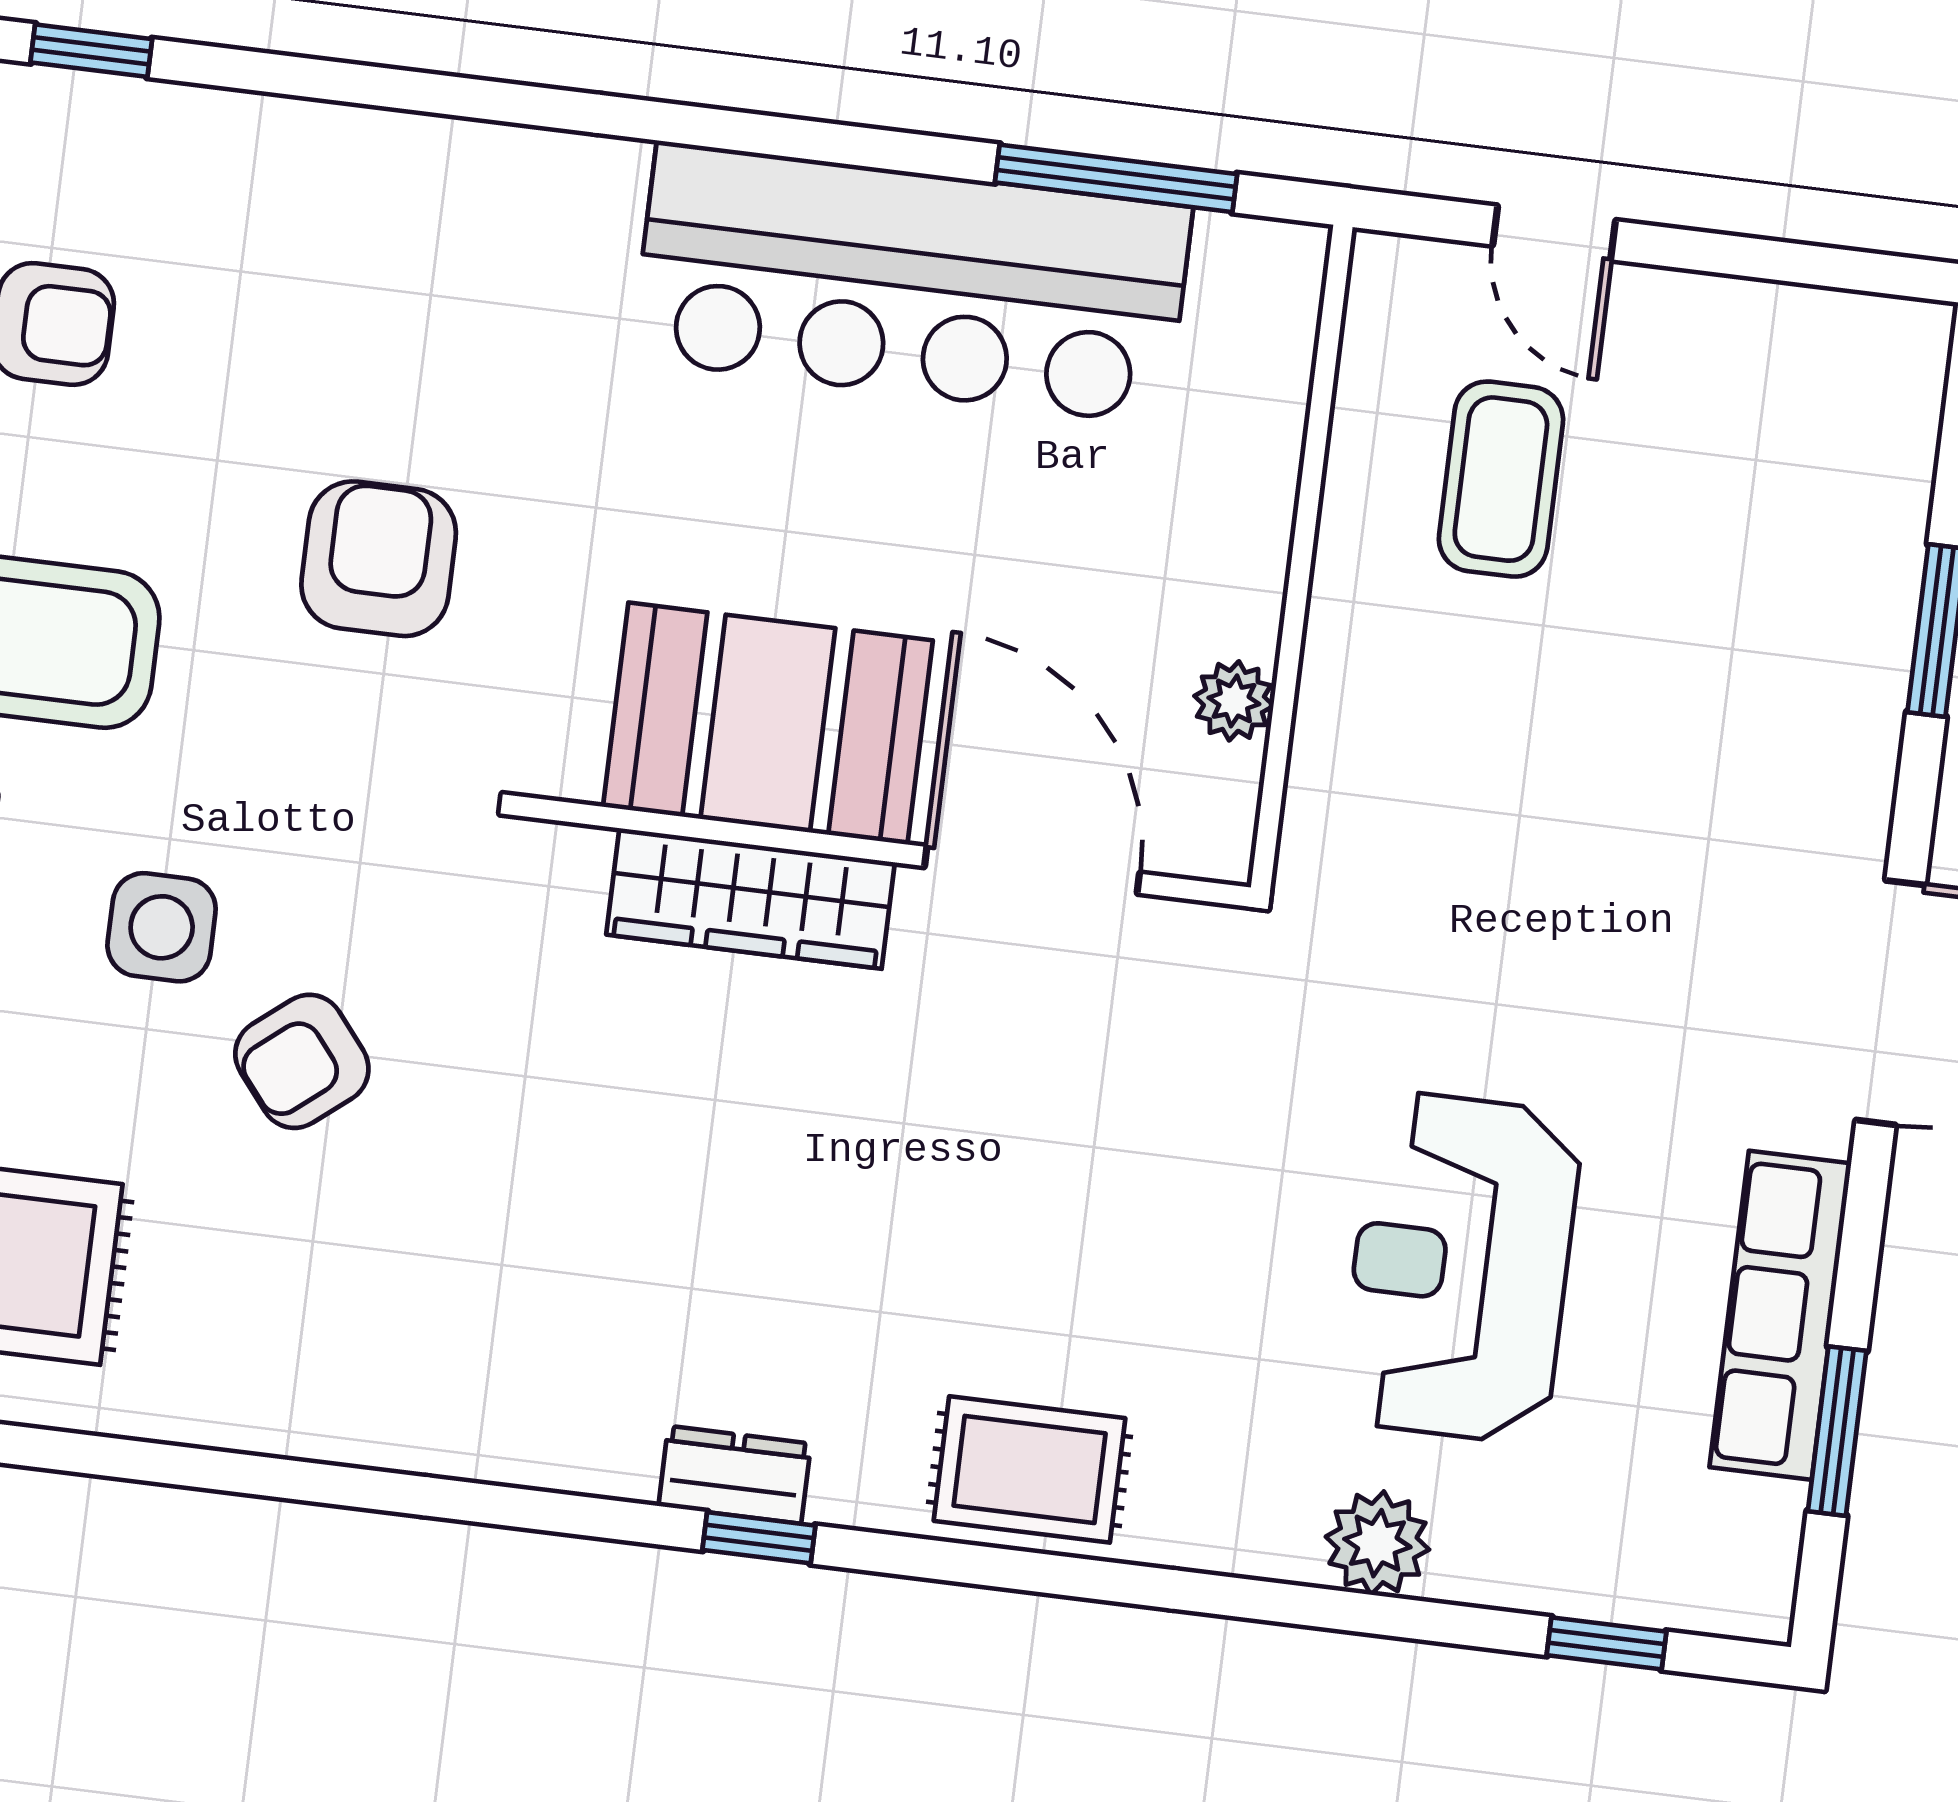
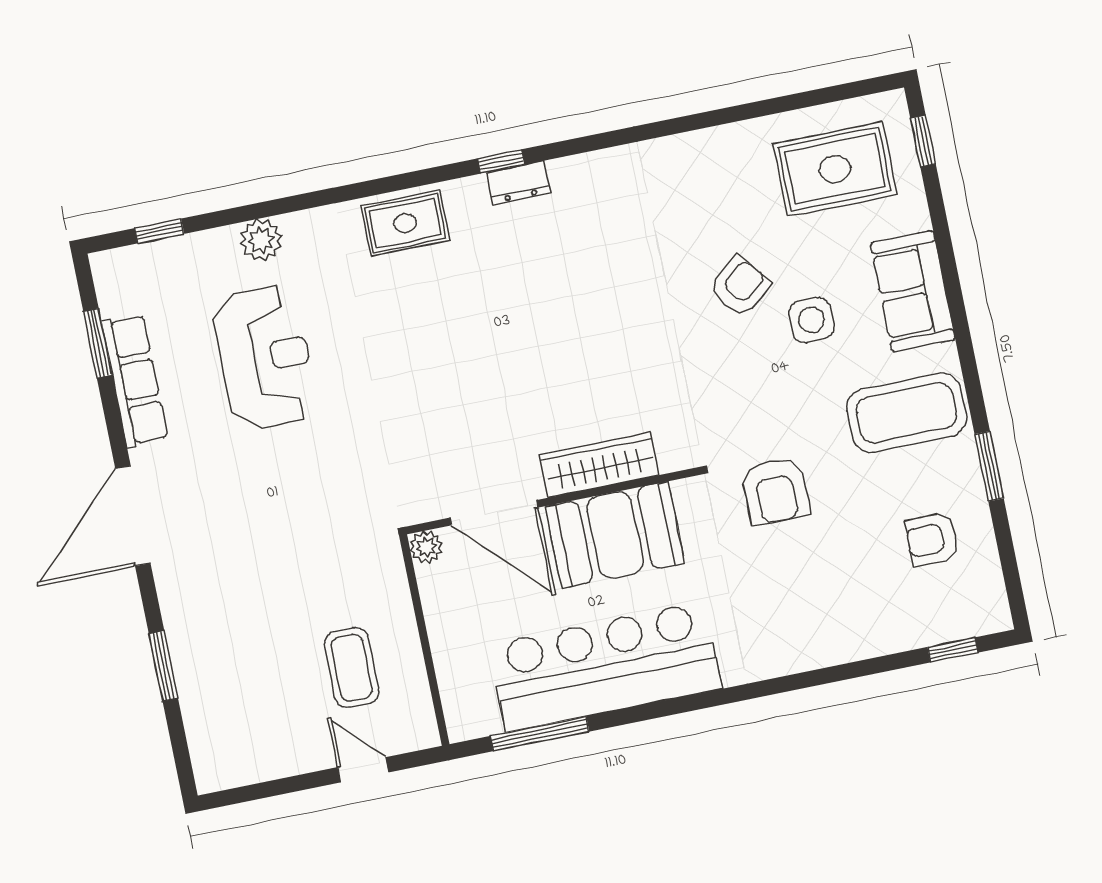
booth: (768, 724) -> (615, 535), moved
wall: (885, 852) -> (553, 501), moved
door: (1032, 870) -> (494, 513), moved
wardrobe: (751, 899) -> (599, 465), moved

